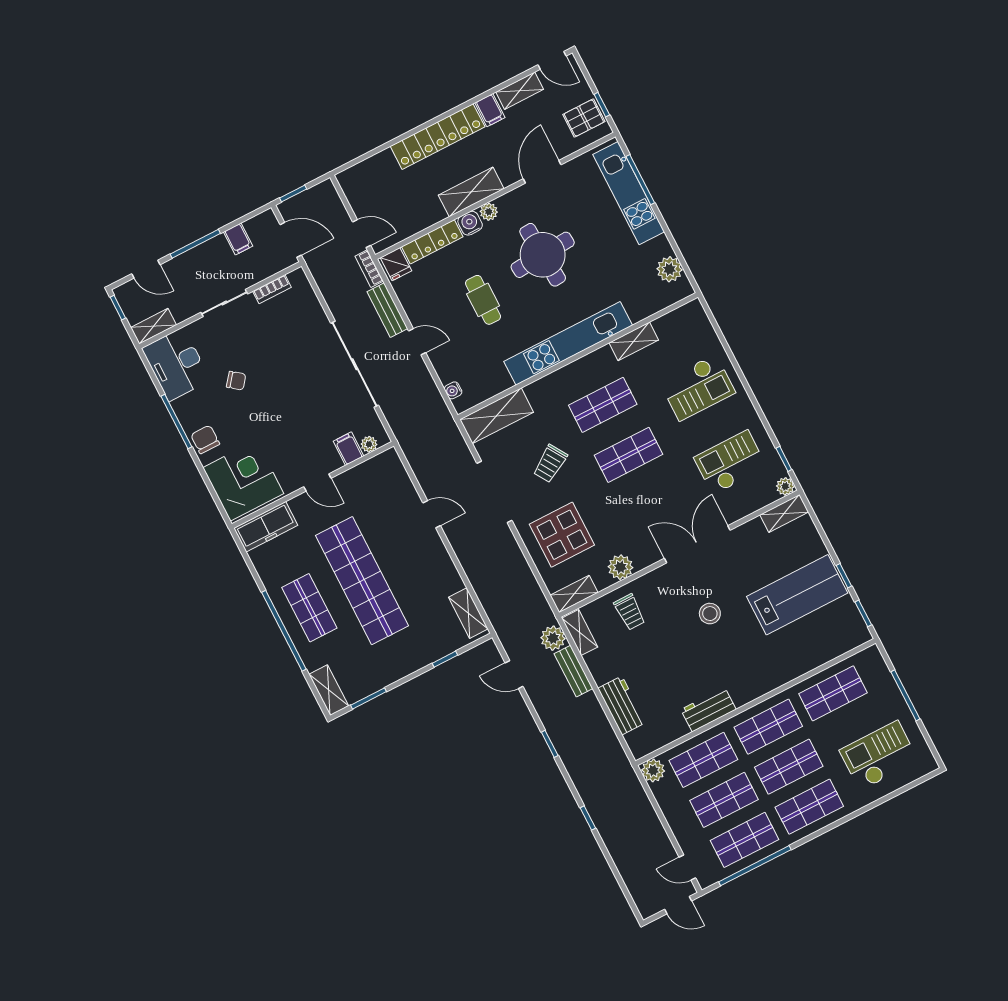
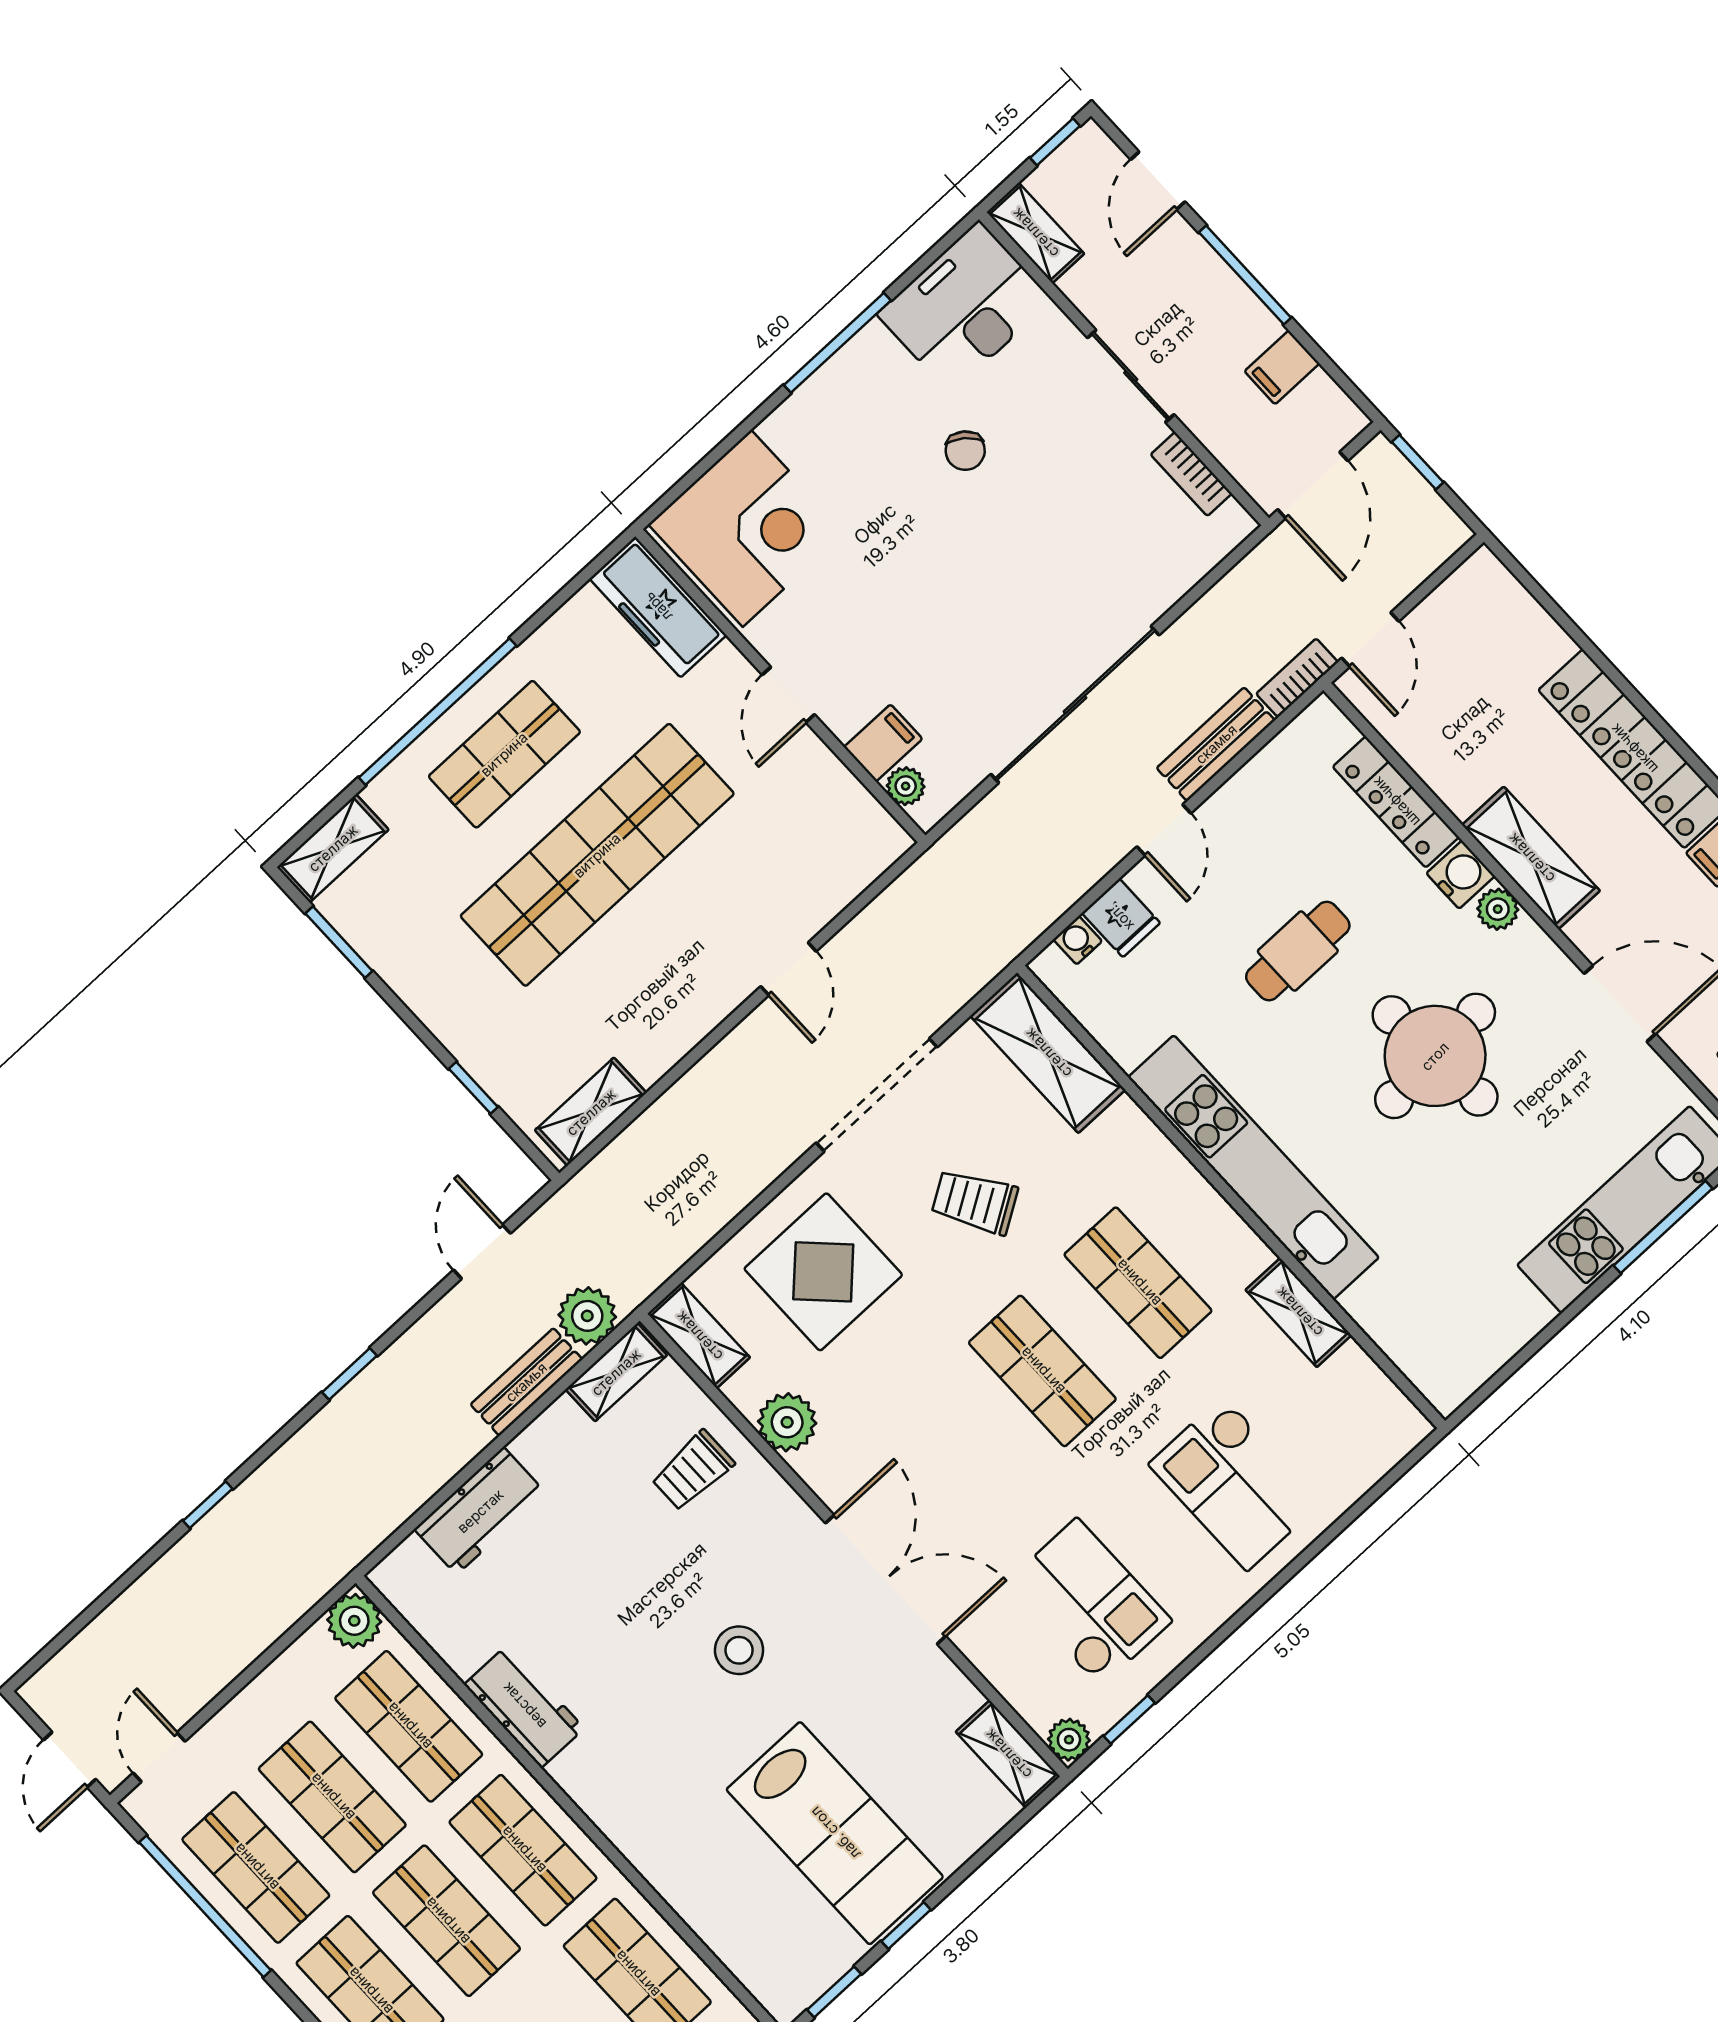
fridge: (396, 264) -> (1121, 918), moved, turned -90
plant: (669, 269) -> (1481, 1347), removed
chair: (205, 439) -> (815, 418), removed

